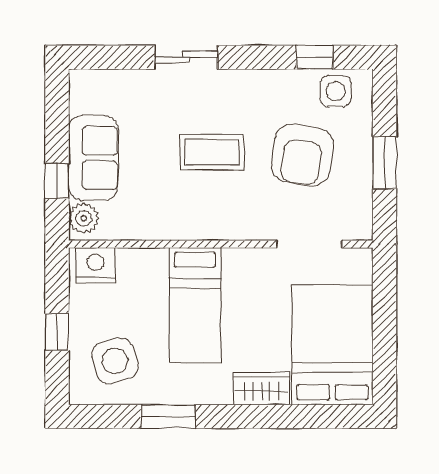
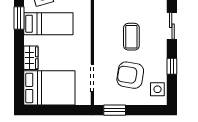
window: (315, 57) -> (172, 66), moved
window: (385, 163) -> (115, 110), moved
bed: (195, 305) -> (48, 24), moved, turned 180

